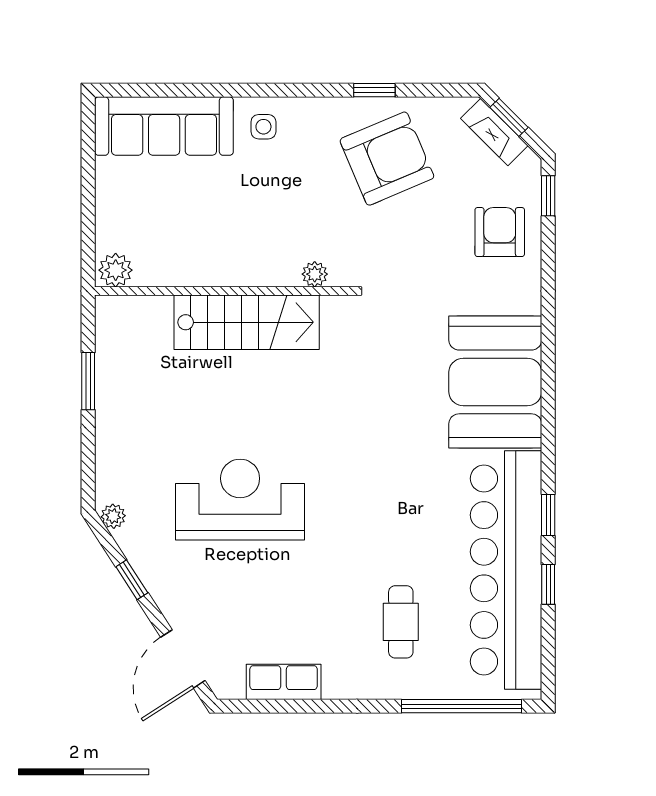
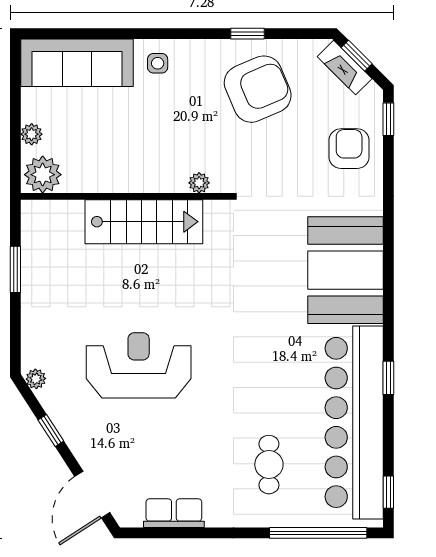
plant: (108, 214) -> (32, 134), added
plant: (116, 270) -> (43, 175), width x1.36, depth x1.36
window: (548, 584) -> (388, 492), moved

